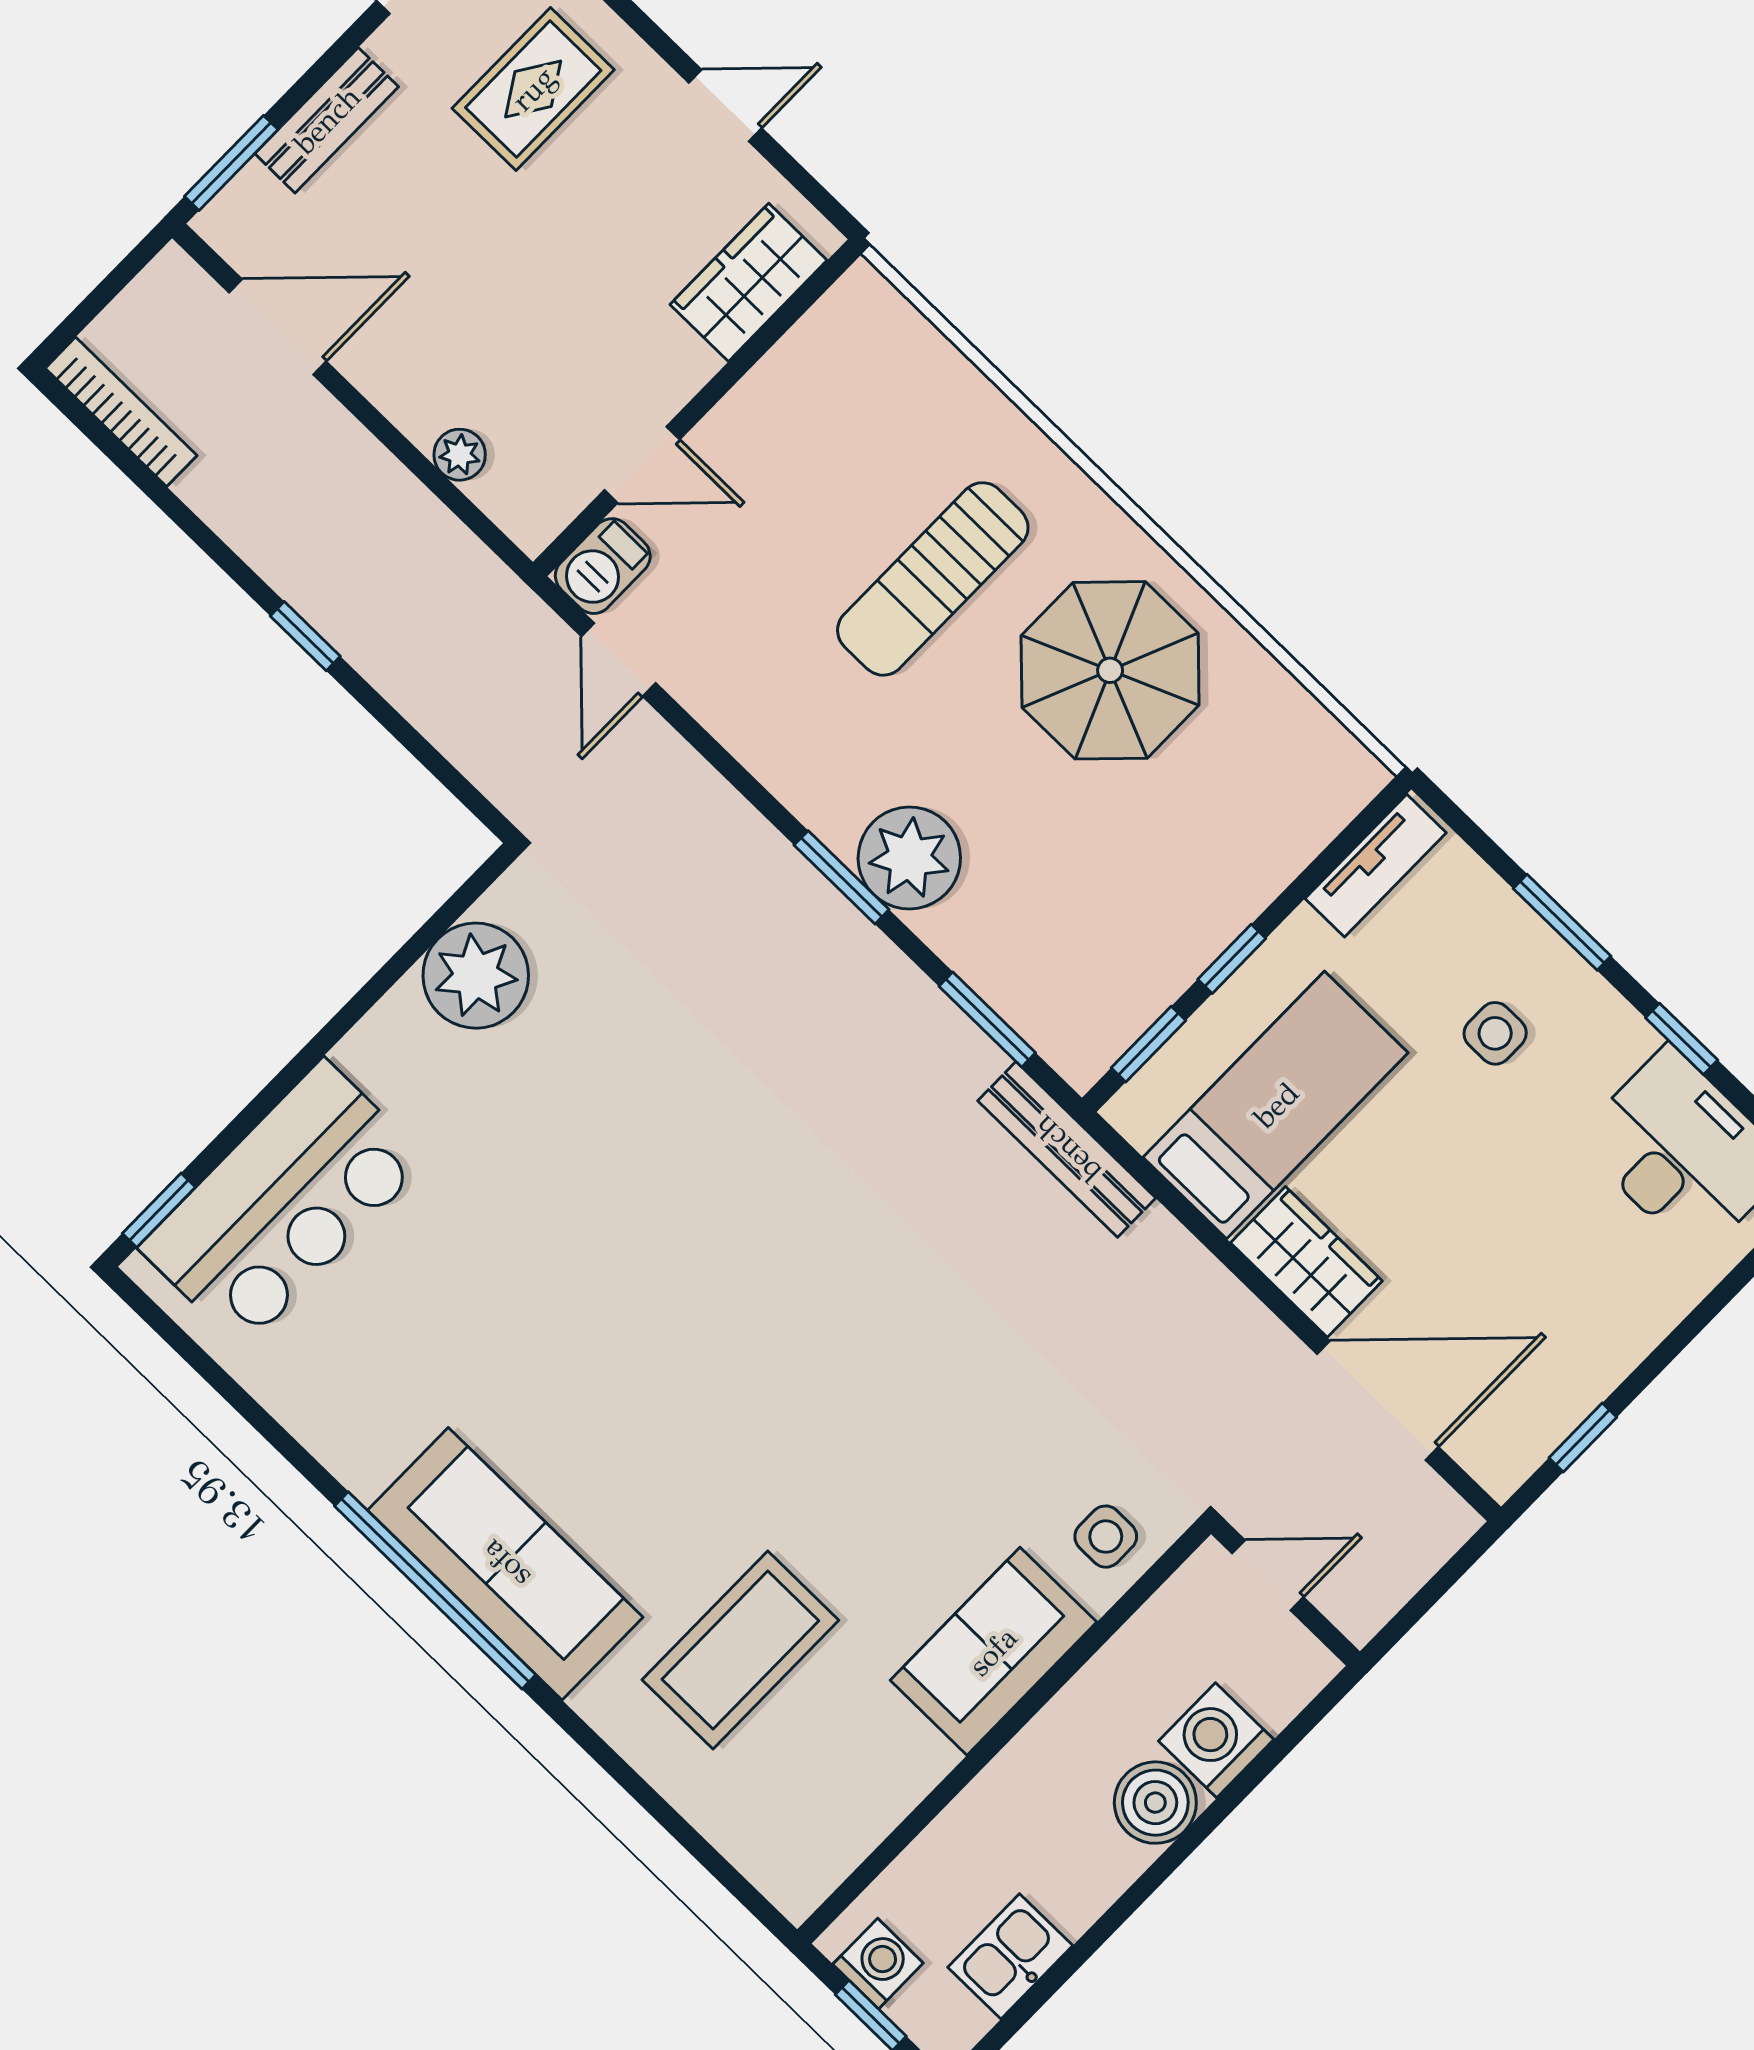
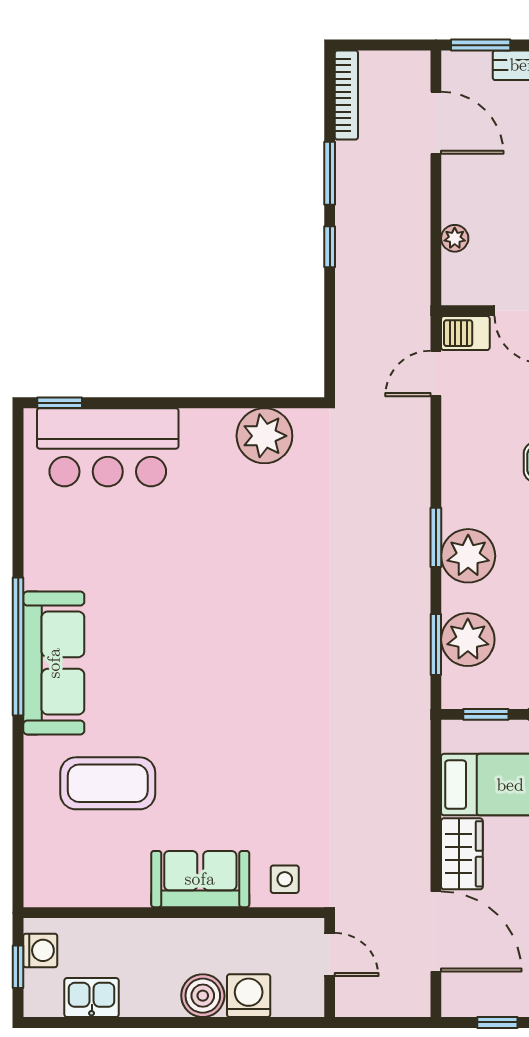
window: (205, 539) -> (330, 173), added
plant: (1023, 969) -> (468, 640), added
bench: (1067, 1149) -> (416, 722), removed

